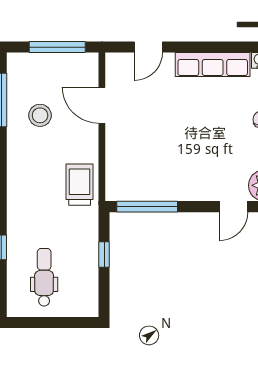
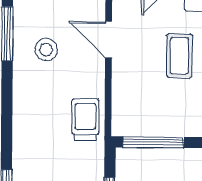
coffee table: (172, 120) -> (179, 56), added

